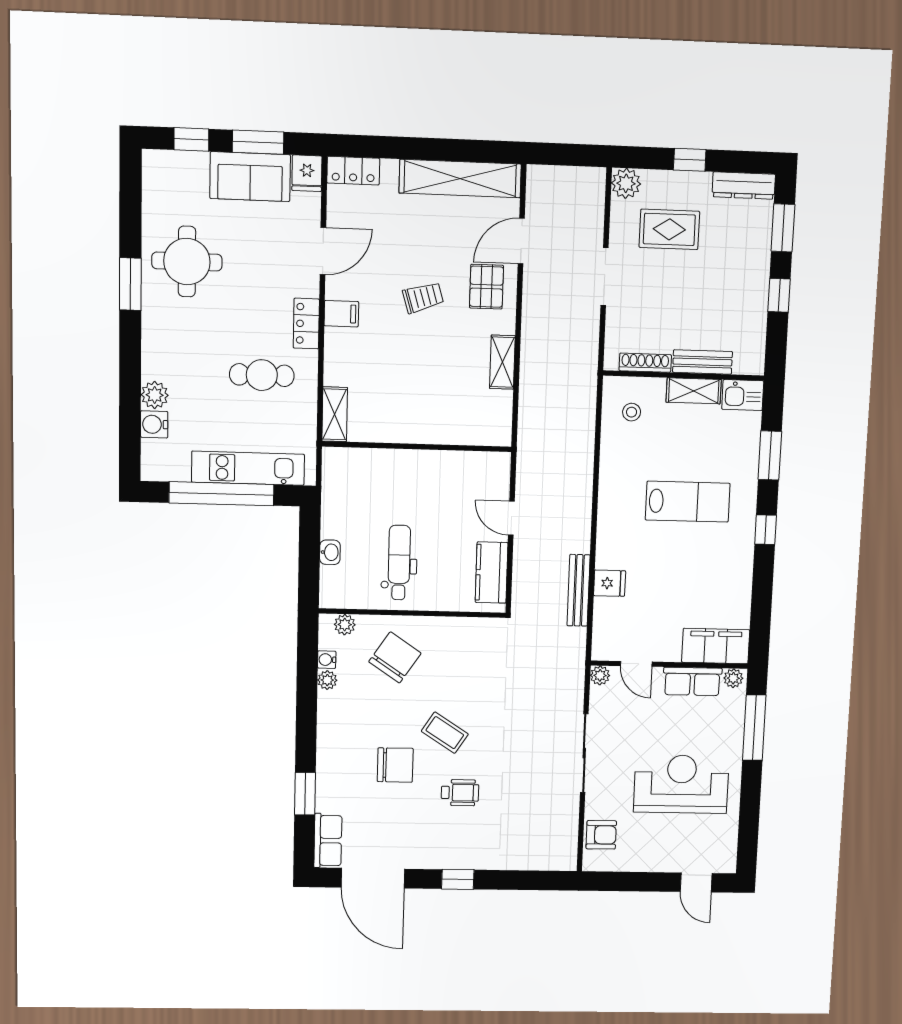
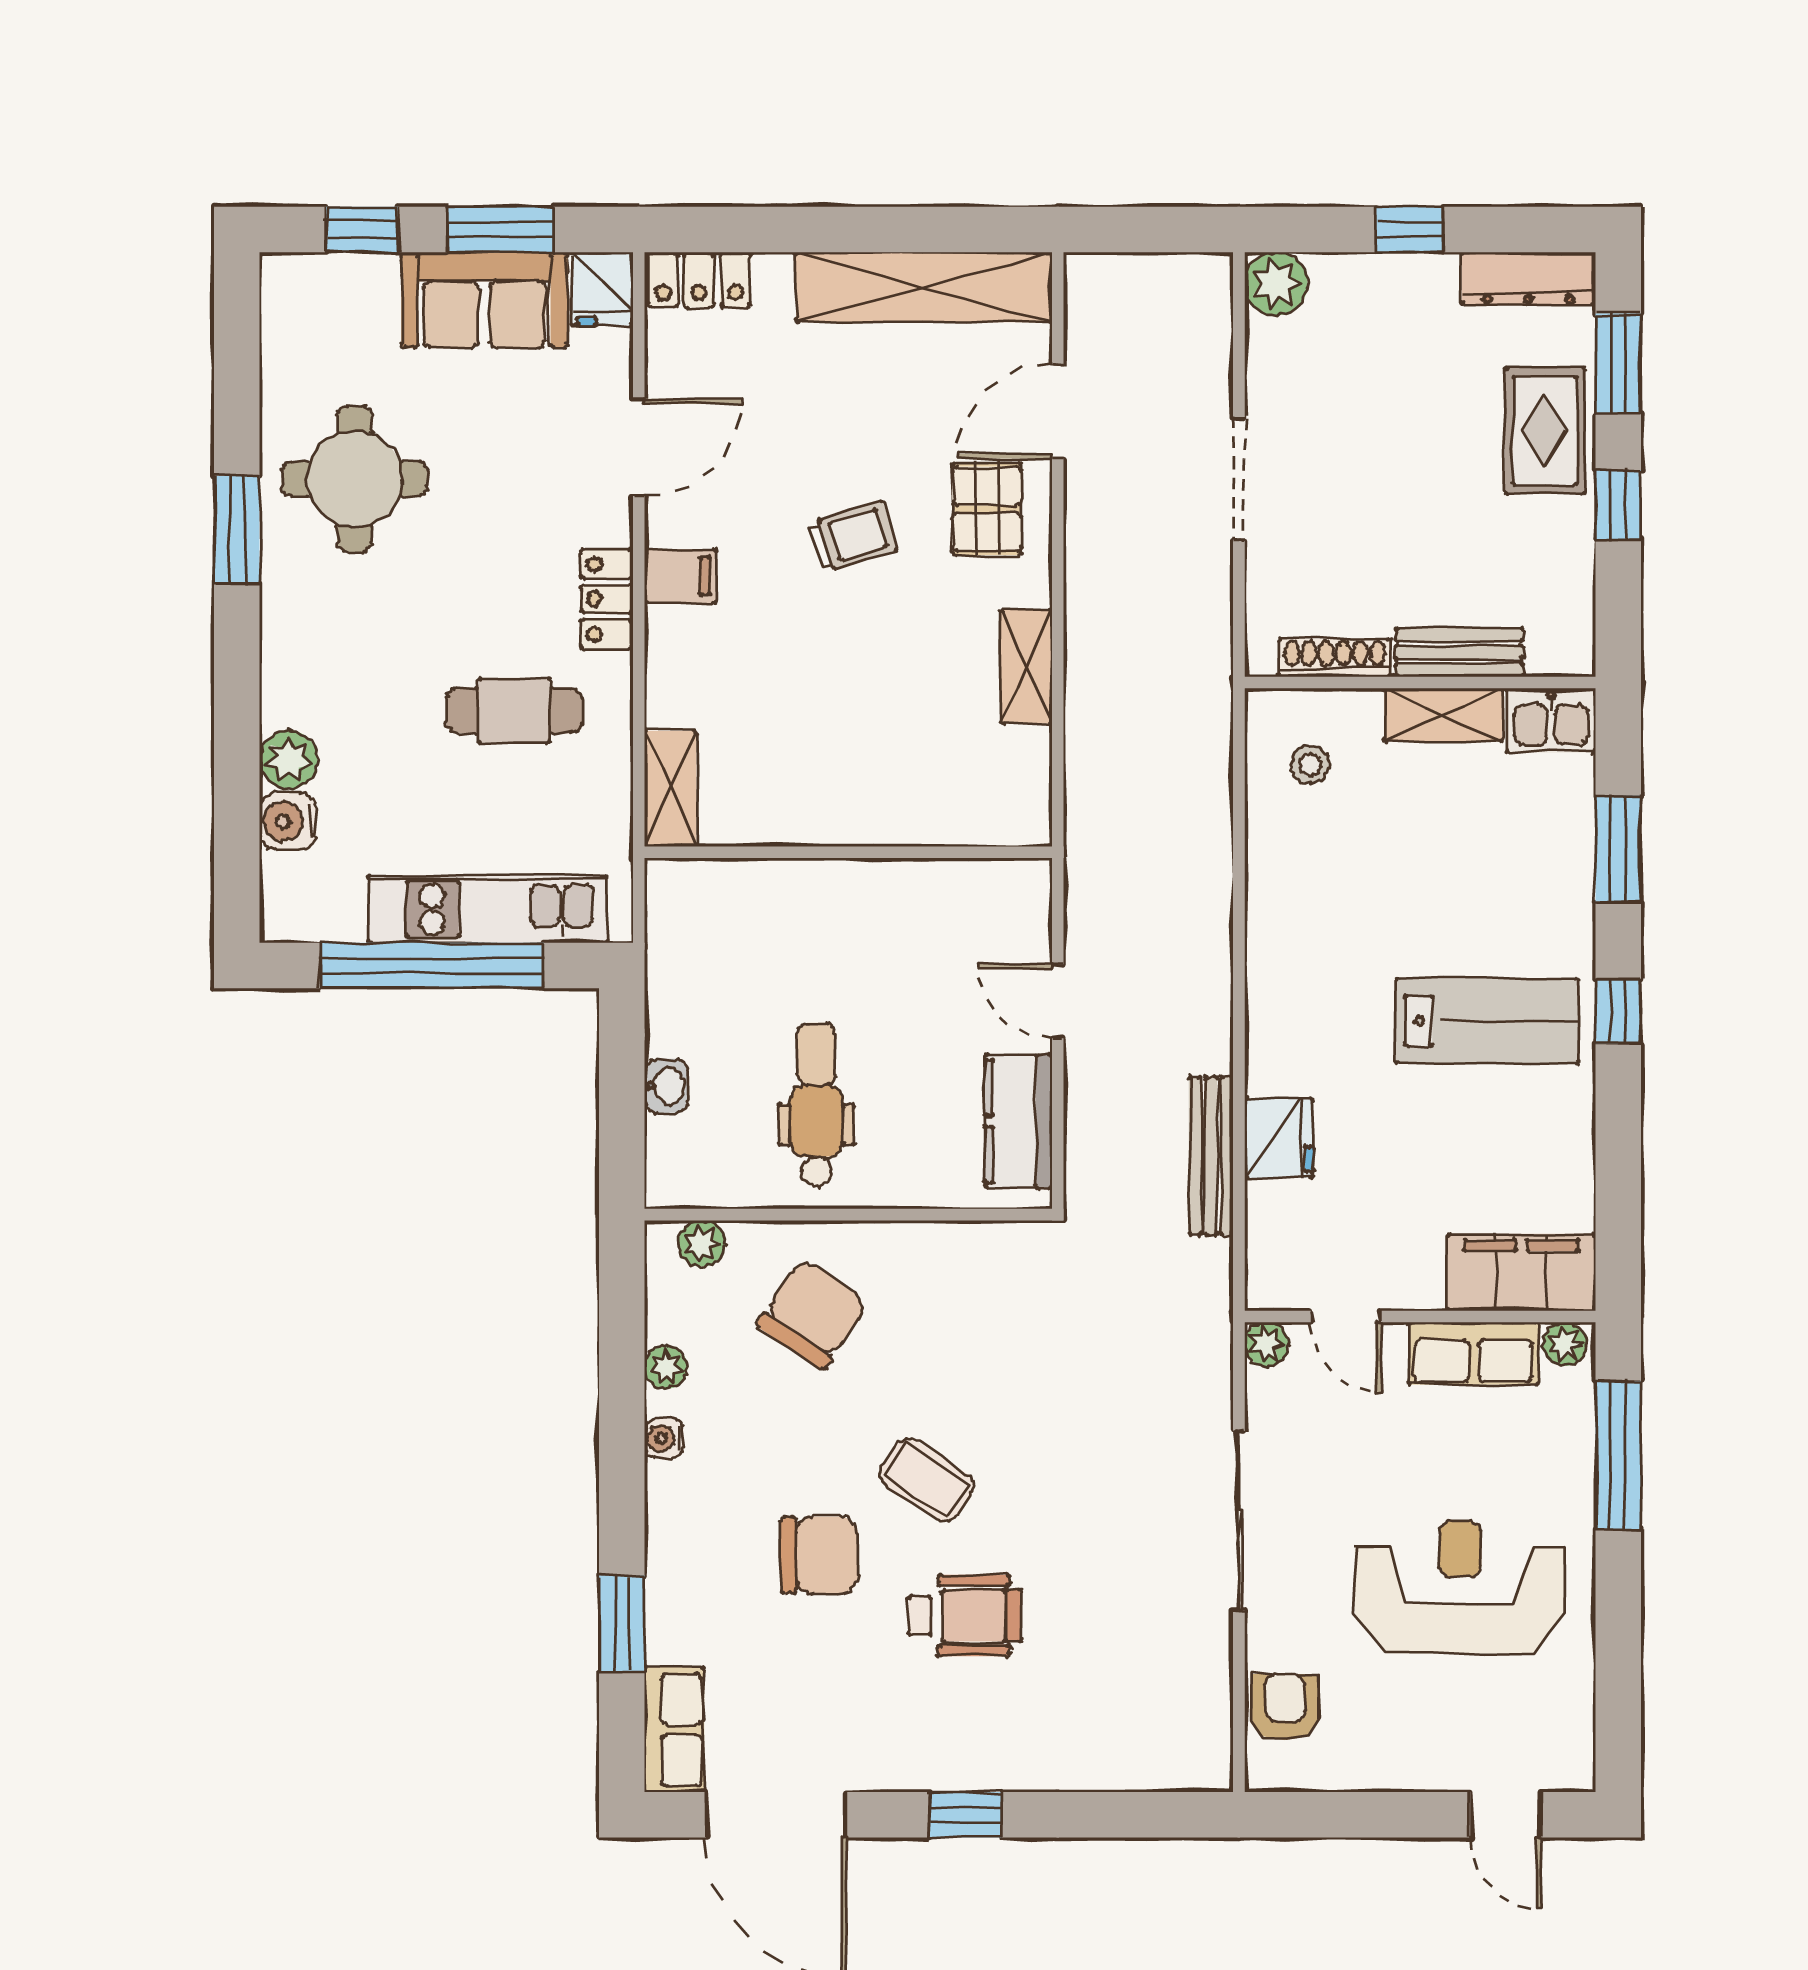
rug: (669, 229) -> (1545, 431), moved, turned 90
lab bench: (688, 502) -> (1487, 1021), moved
fridge: (610, 583) -> (1279, 1138), width x1.38
water cooler: (327, 660) -> (664, 1438), moved
wheelchair: (460, 793) -> (965, 1615), width x1.36, depth x1.37
armchair: (601, 835) -> (1285, 1707), turned -90

